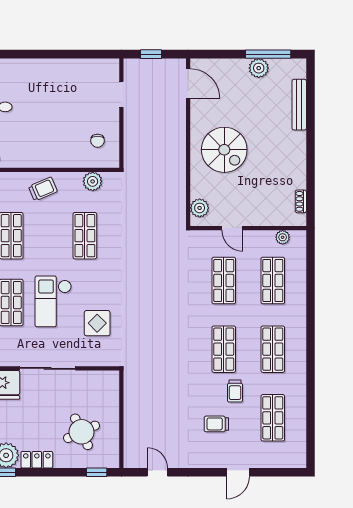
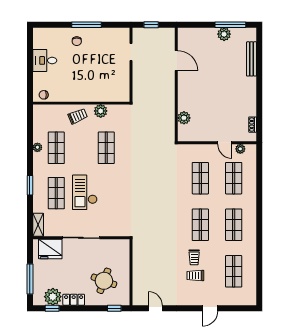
window: (56, 54) -> (86, 25), added
door: (188, 83) -> (176, 61), moved
chair: (98, 141) -> (77, 41), moved
spiral stairs: (224, 150) -> (201, 90), removed
plant: (93, 181) -> (101, 111), moved
plant: (200, 208) -> (184, 118), moved
door: (232, 228) -> (225, 143), moved
display table: (97, 323) -> (115, 207), removed
trolley: (235, 391) -> (194, 257), moved
round table: (81, 432) -> (104, 281), turned 45

